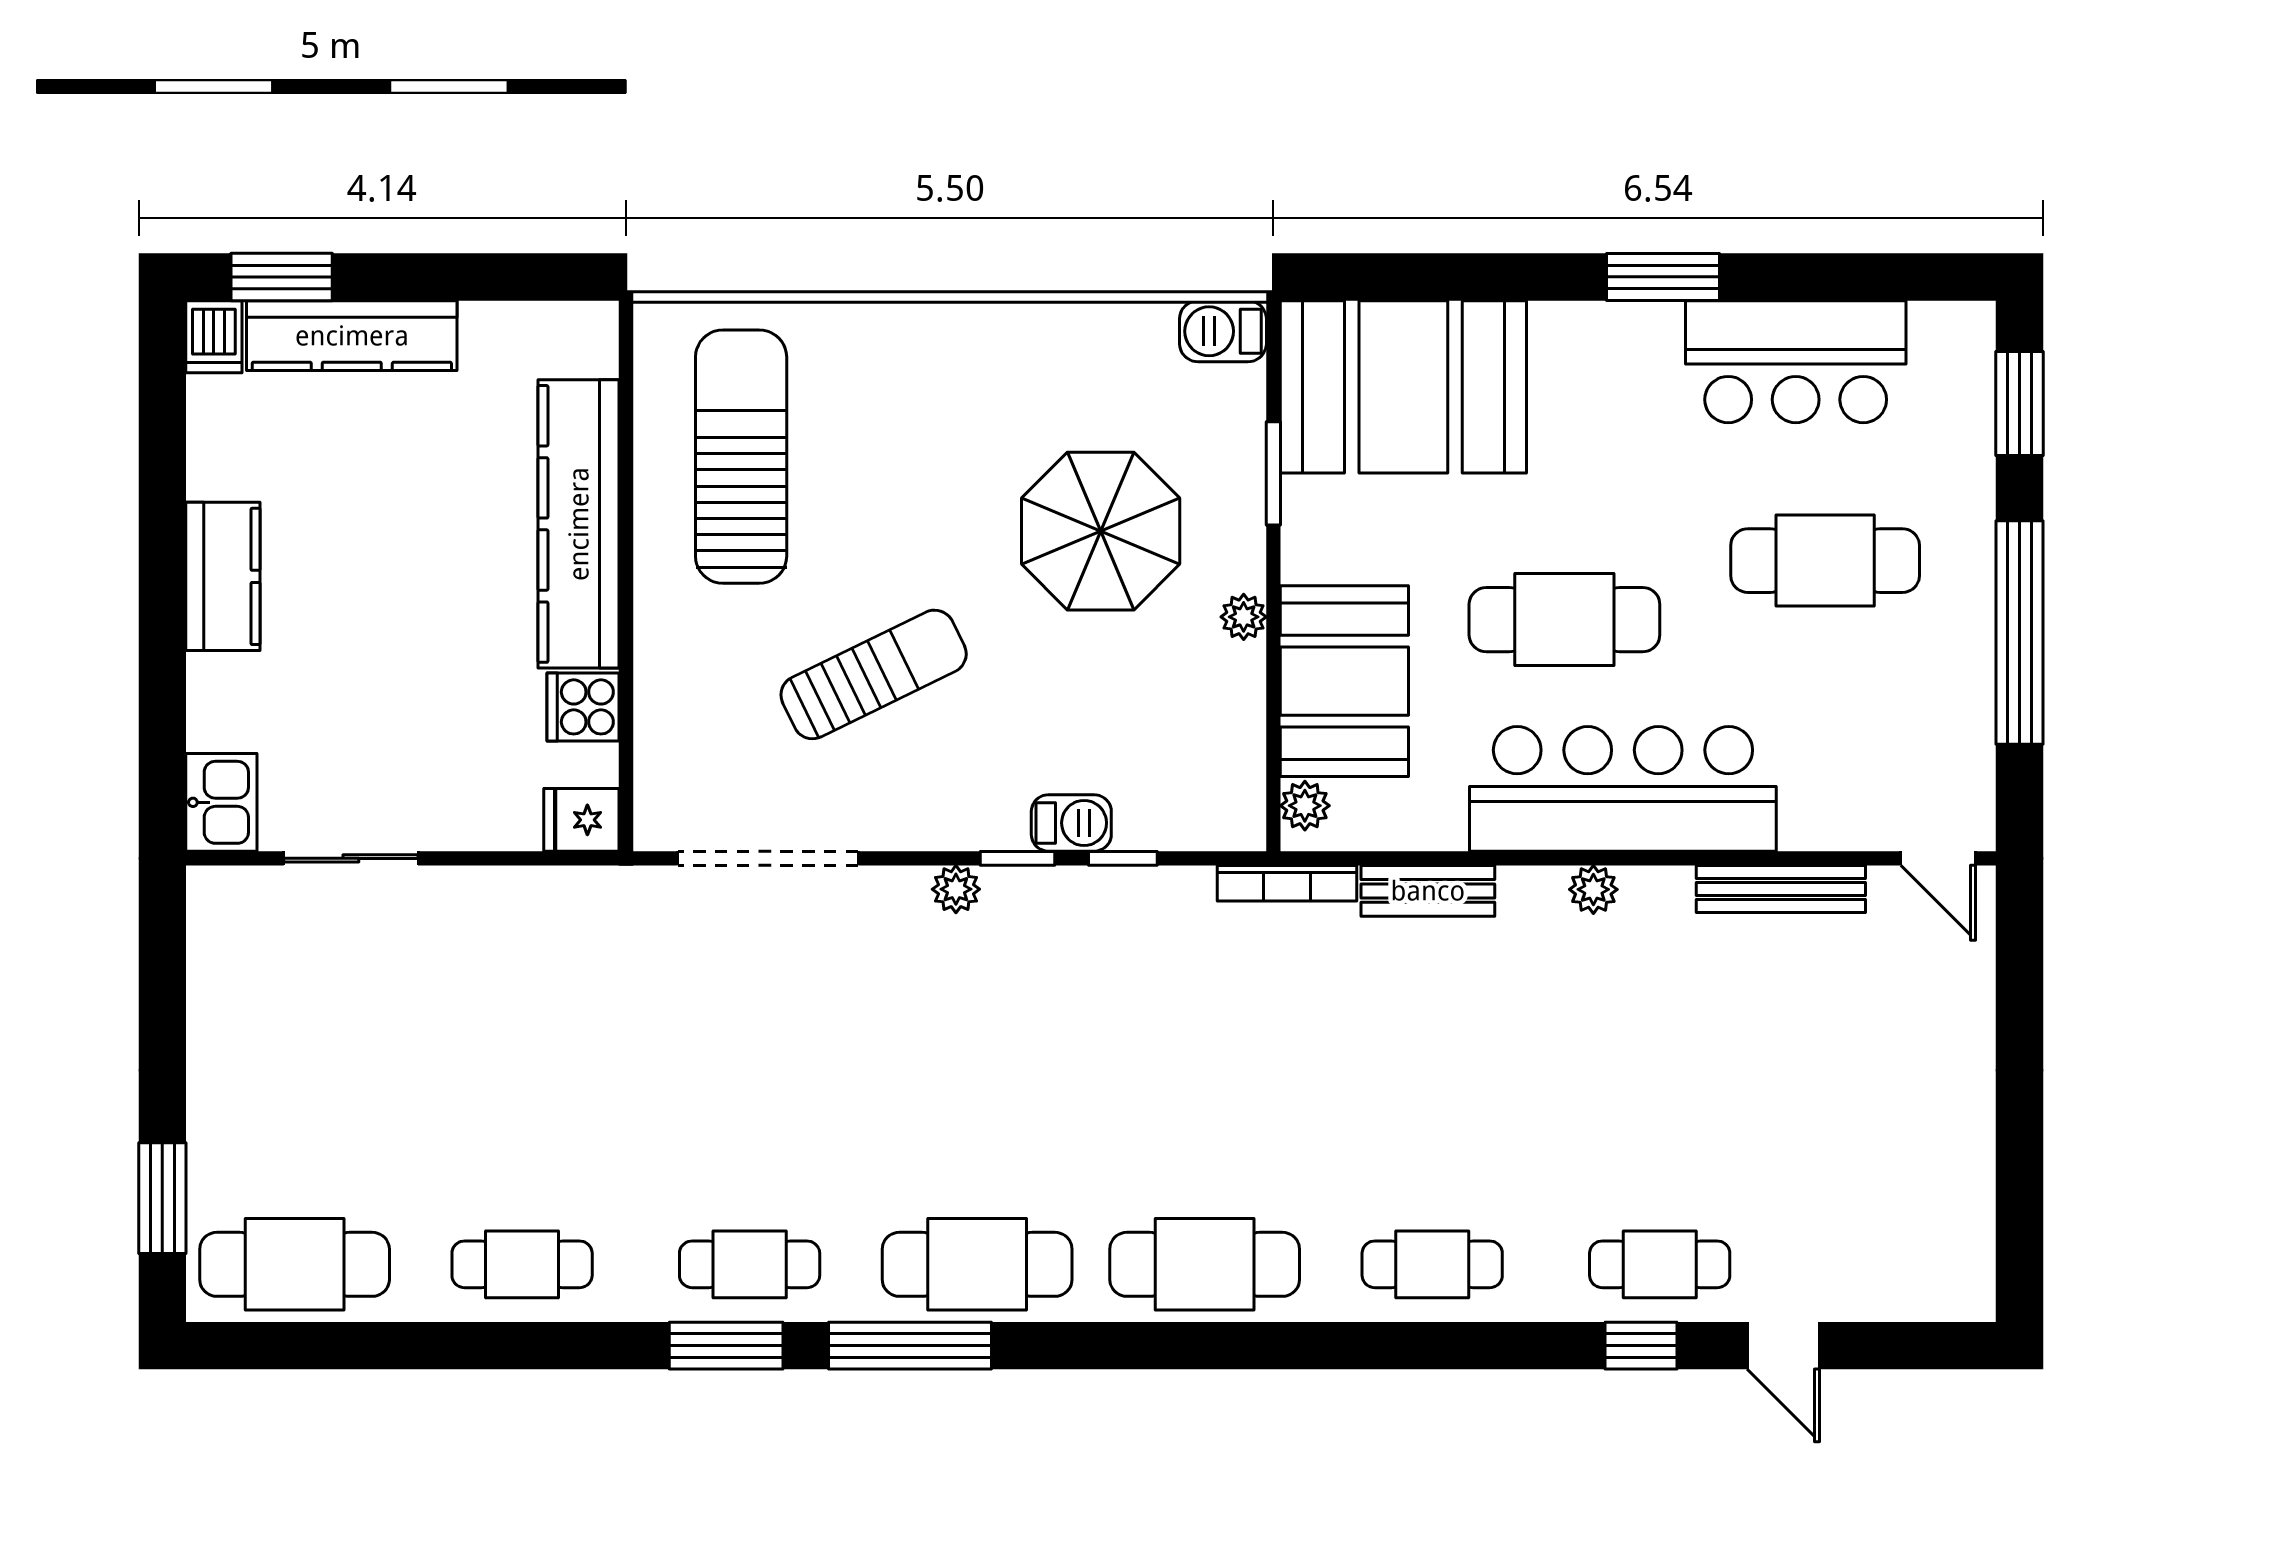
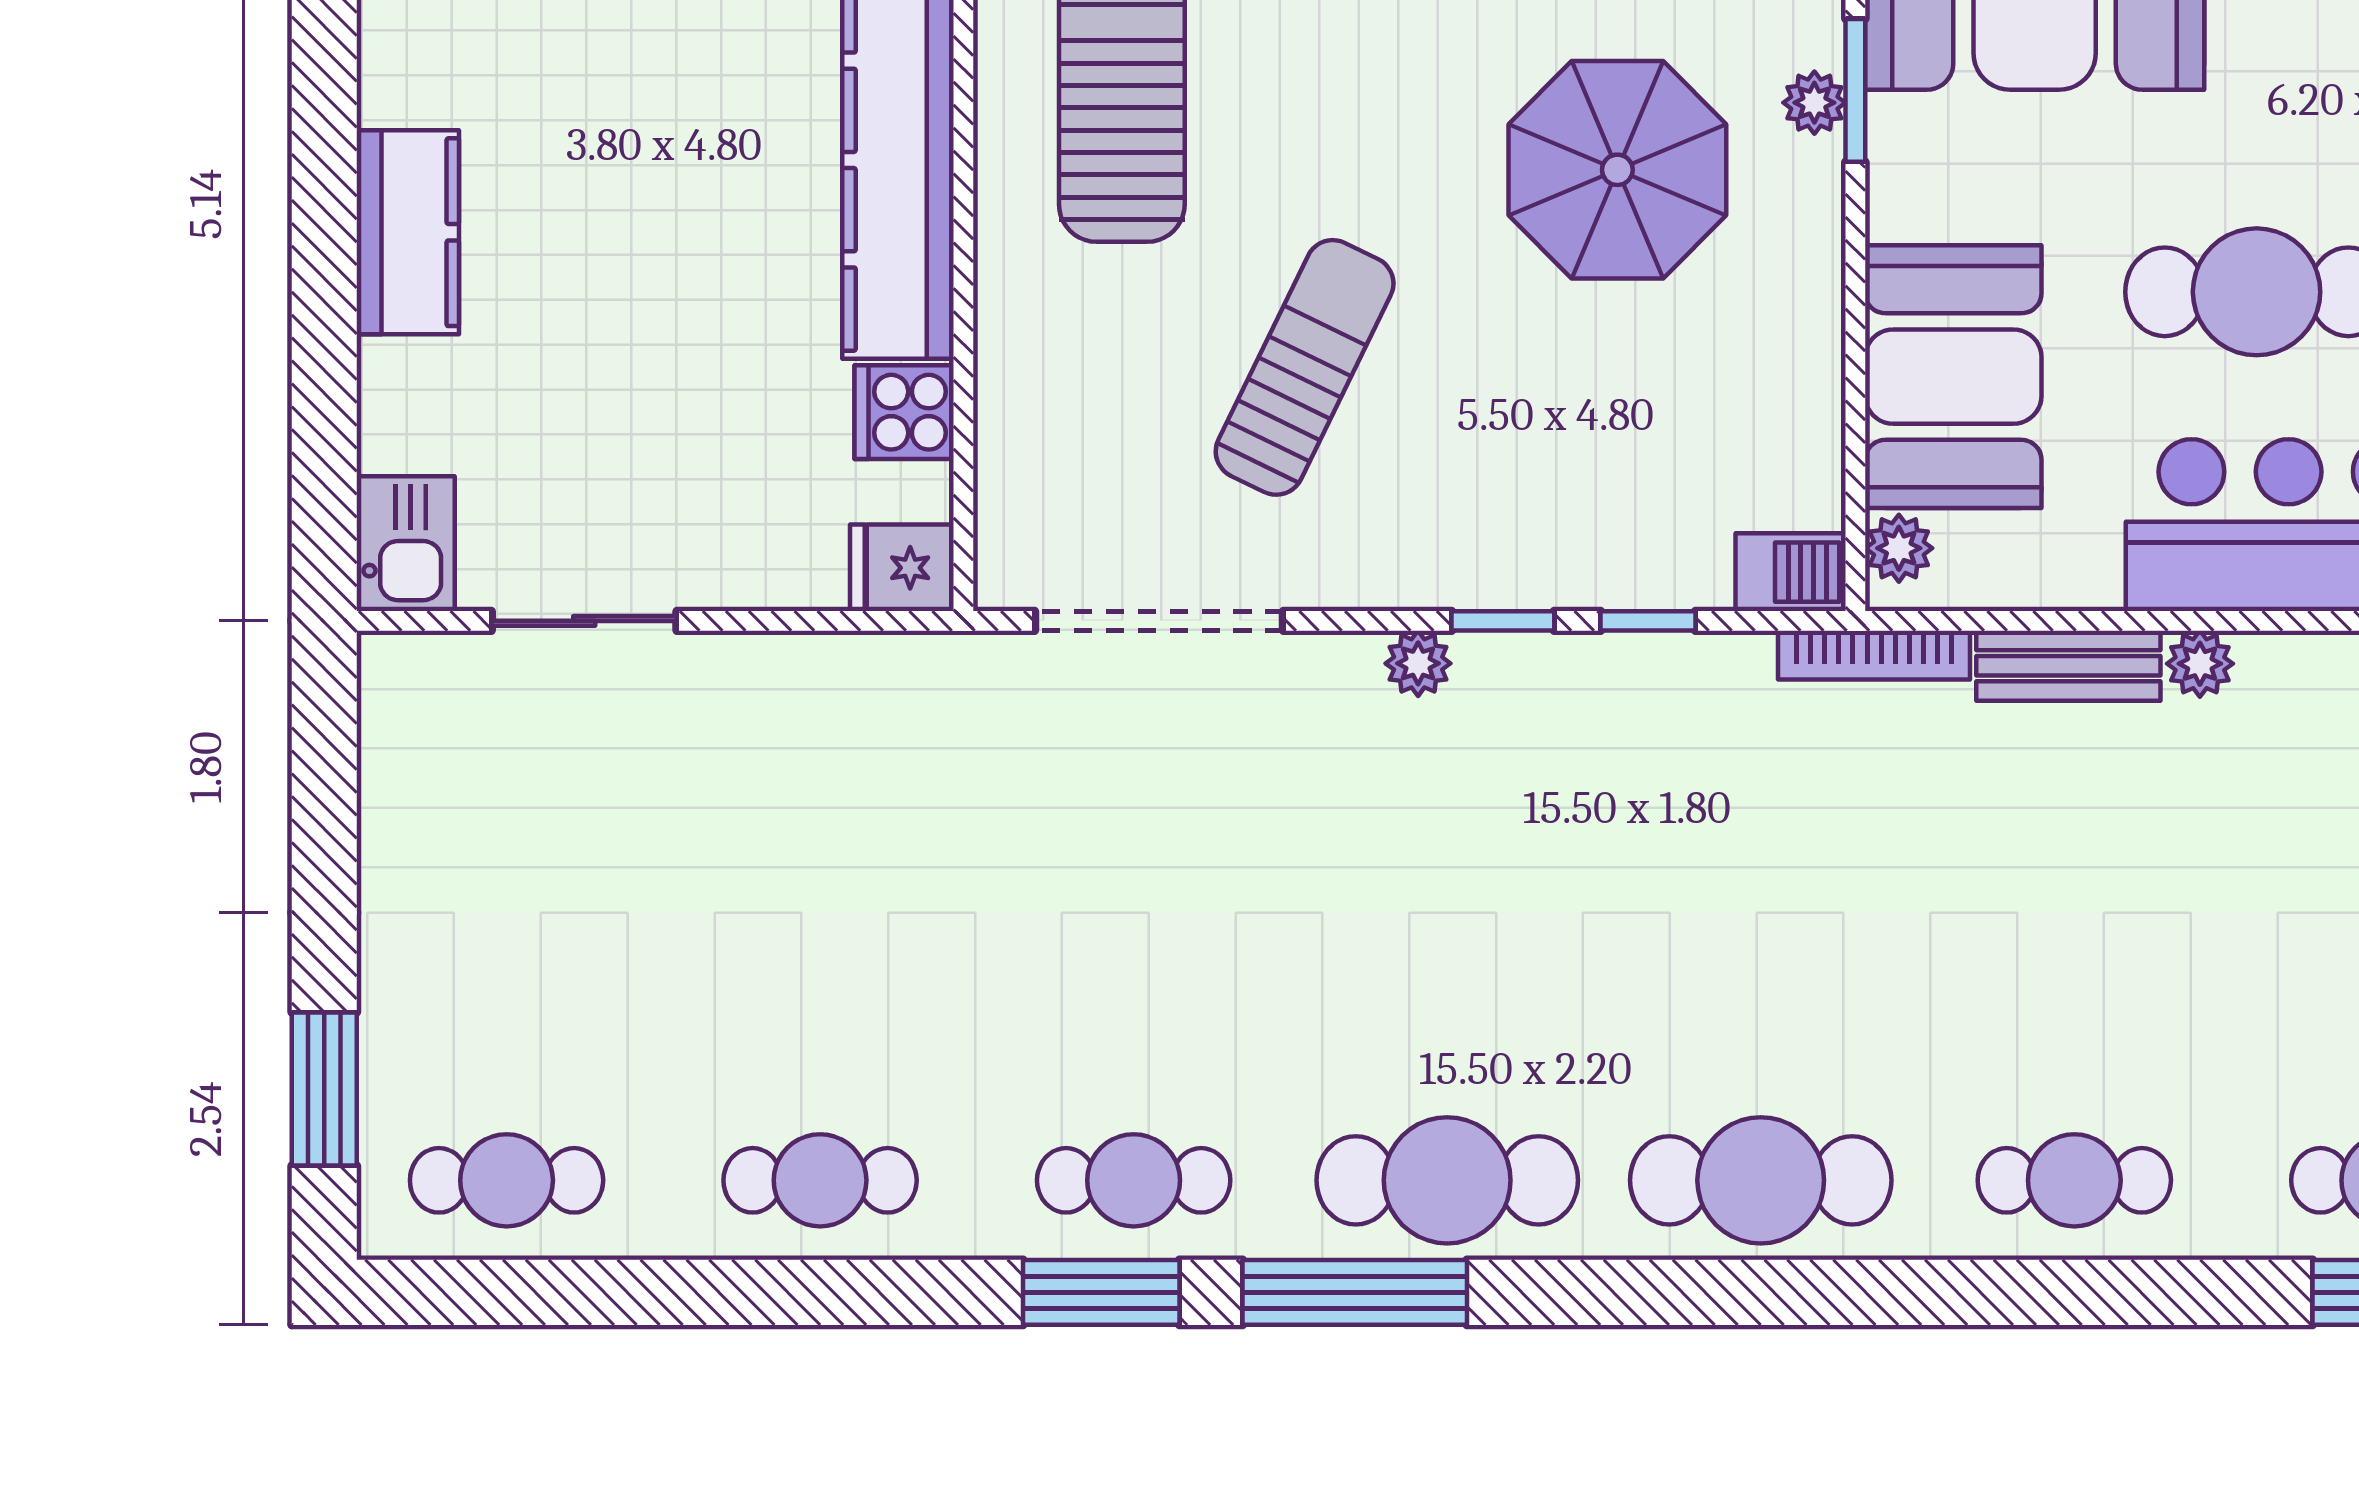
plant: (1244, 617) -> (1814, 103), moved
sun lounger: (874, 674) -> (1305, 367), turned -38
barbecue: (1071, 823) -> (1791, 572), moved
plant: (1593, 889) -> (2200, 664), moved
cafe table: (295, 1264) -> (507, 1180), width x0.73, depth x0.74

